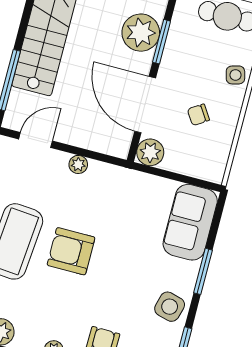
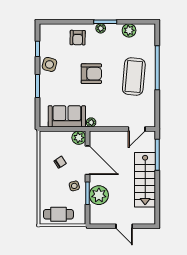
side table: (235, 75) -> (74, 186), moved
plant: (78, 164) -> (91, 122), moved
sofa: (190, 222) -> (67, 116), moved, turned -90
armchair: (71, 251) -> (91, 74), moved

